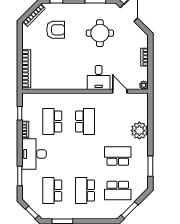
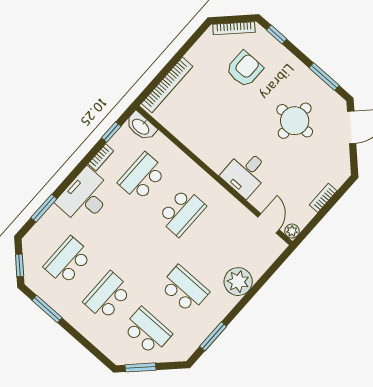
armchair: (56, 30) -> (244, 69), turned -90
door: (120, 91) -> (268, 223), moved
washbasin: (31, 99) -> (141, 126), added
school desk: (118, 191) -> (147, 331), turned 180

